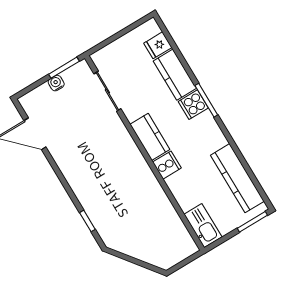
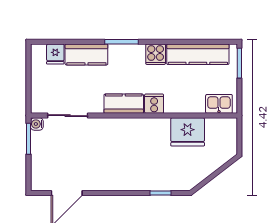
water cooler: (56, 83) -> (37, 124), moved
cooker: (193, 105) -> (156, 54), moved
fridge: (159, 212) -> (188, 132), added
kitchen sink: (203, 226) -> (219, 104), width x0.73

